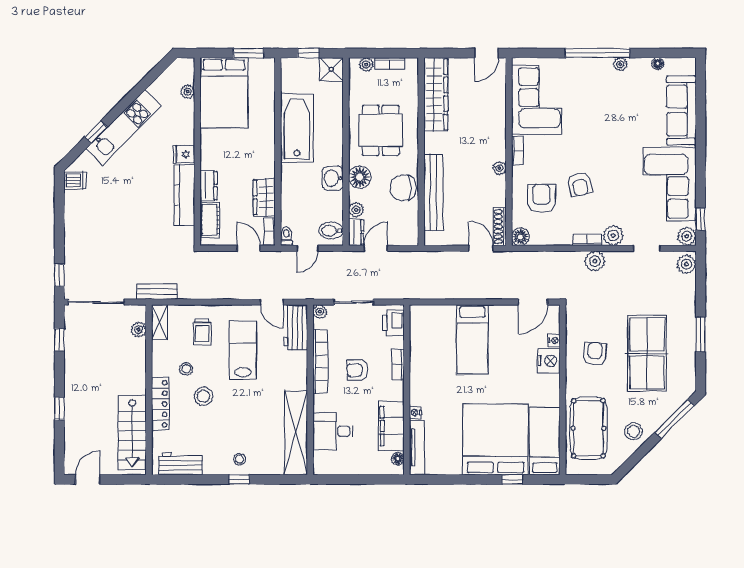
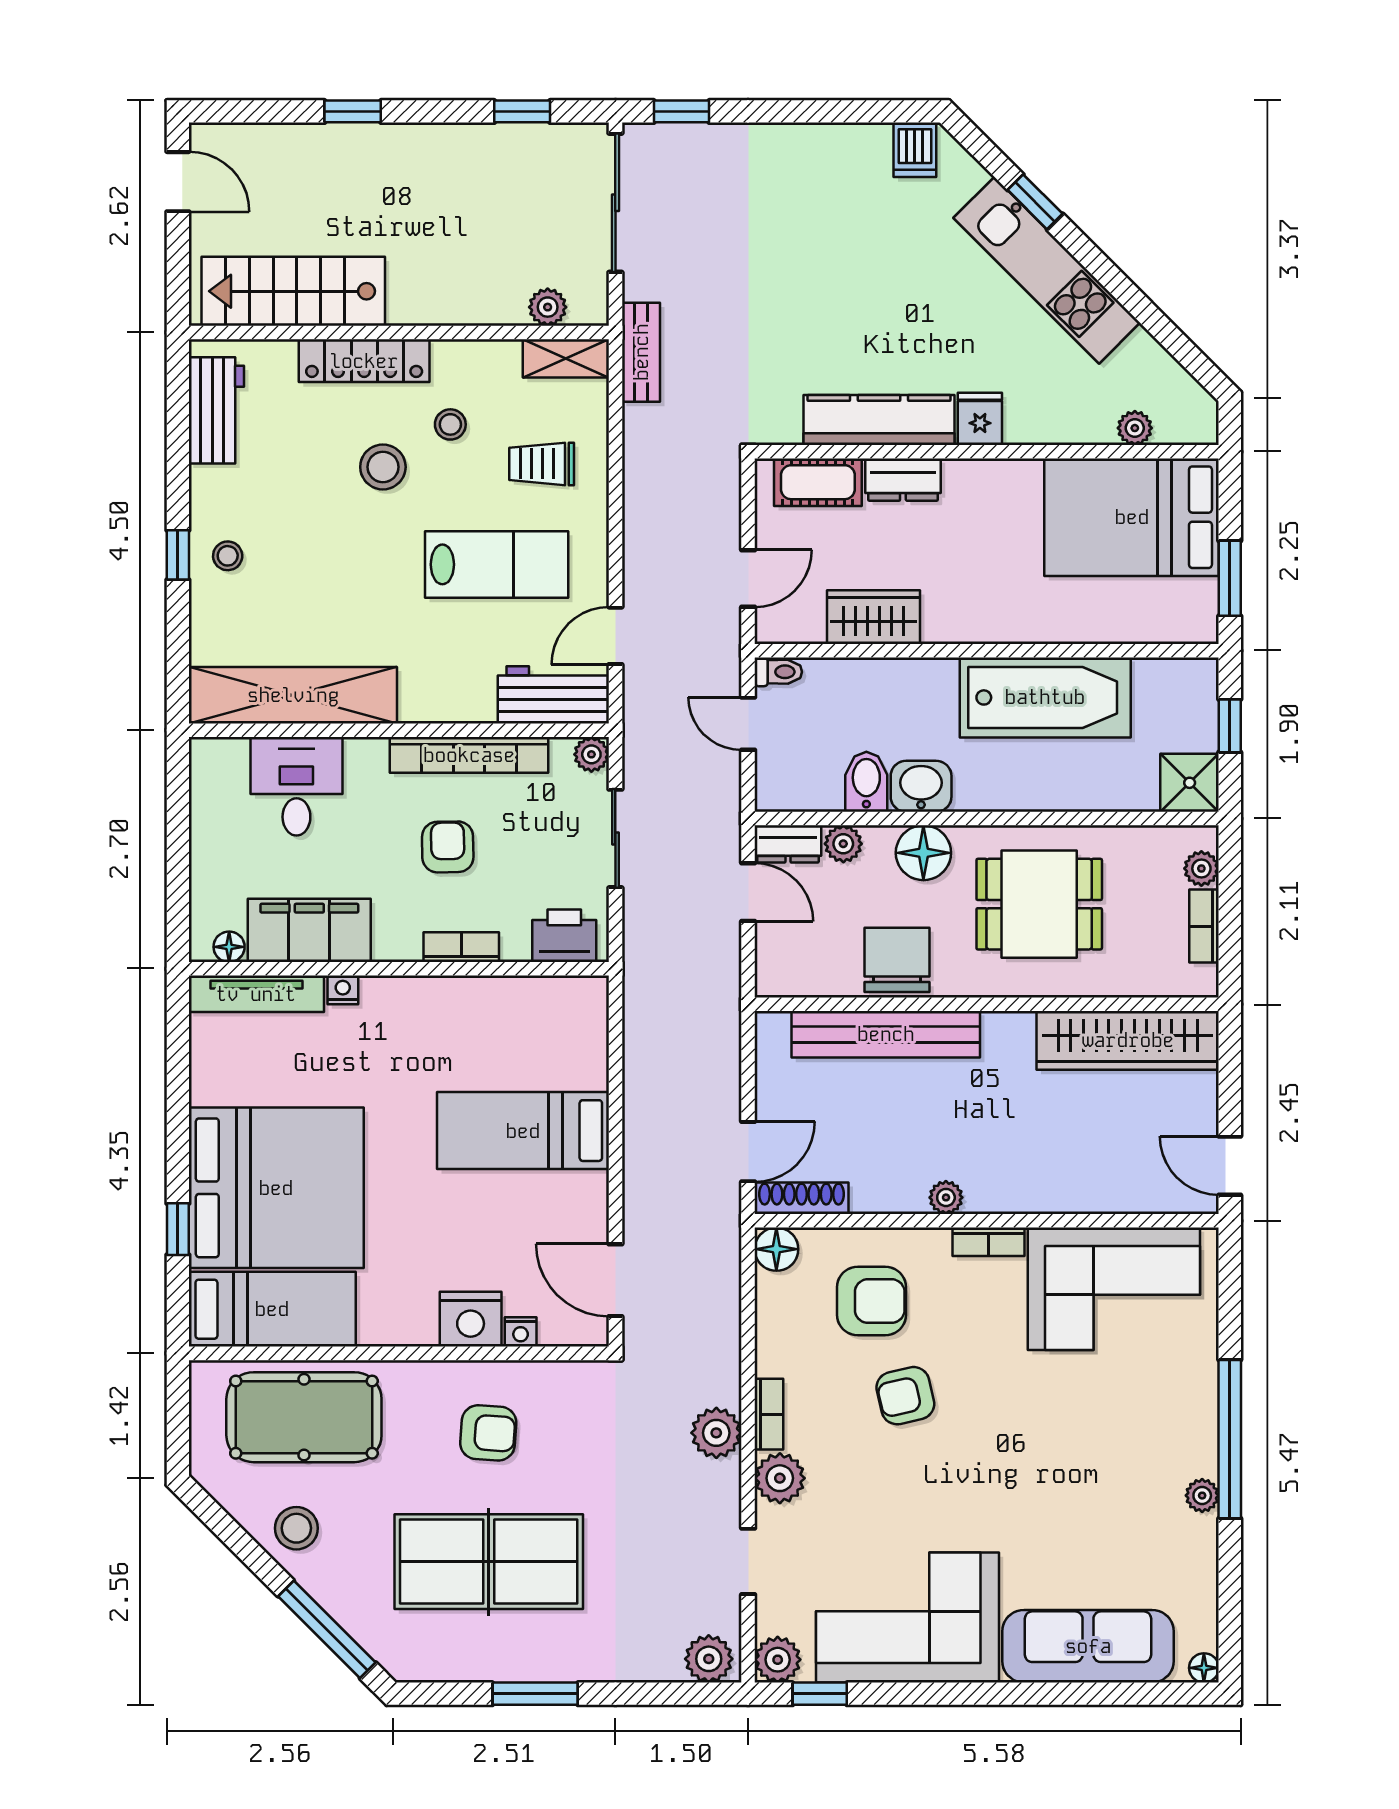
floor lamp: (658, 64) -> (1204, 1668), moved
bidet: (331, 231) -> (866, 782), moved
bookcase: (270, 232) -> (789, 630), removed

